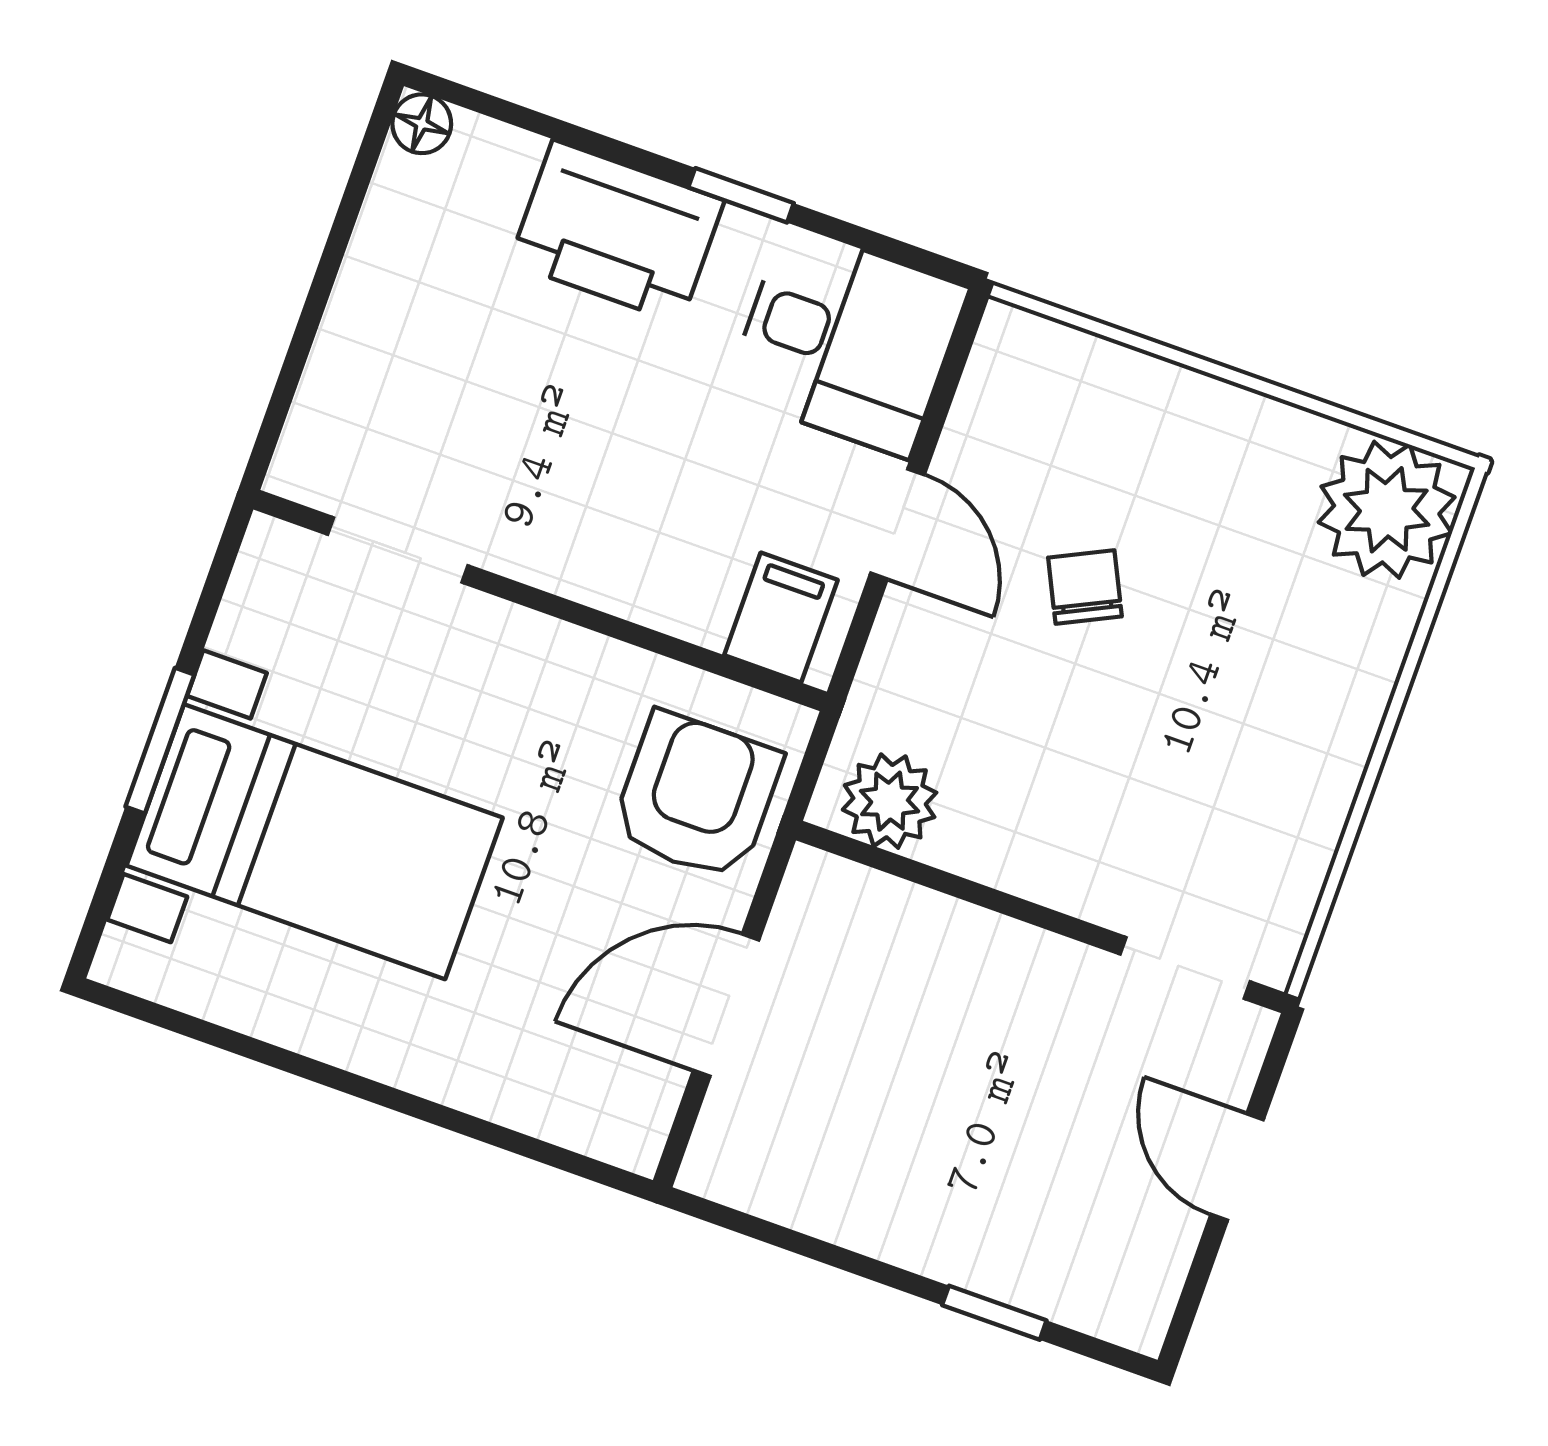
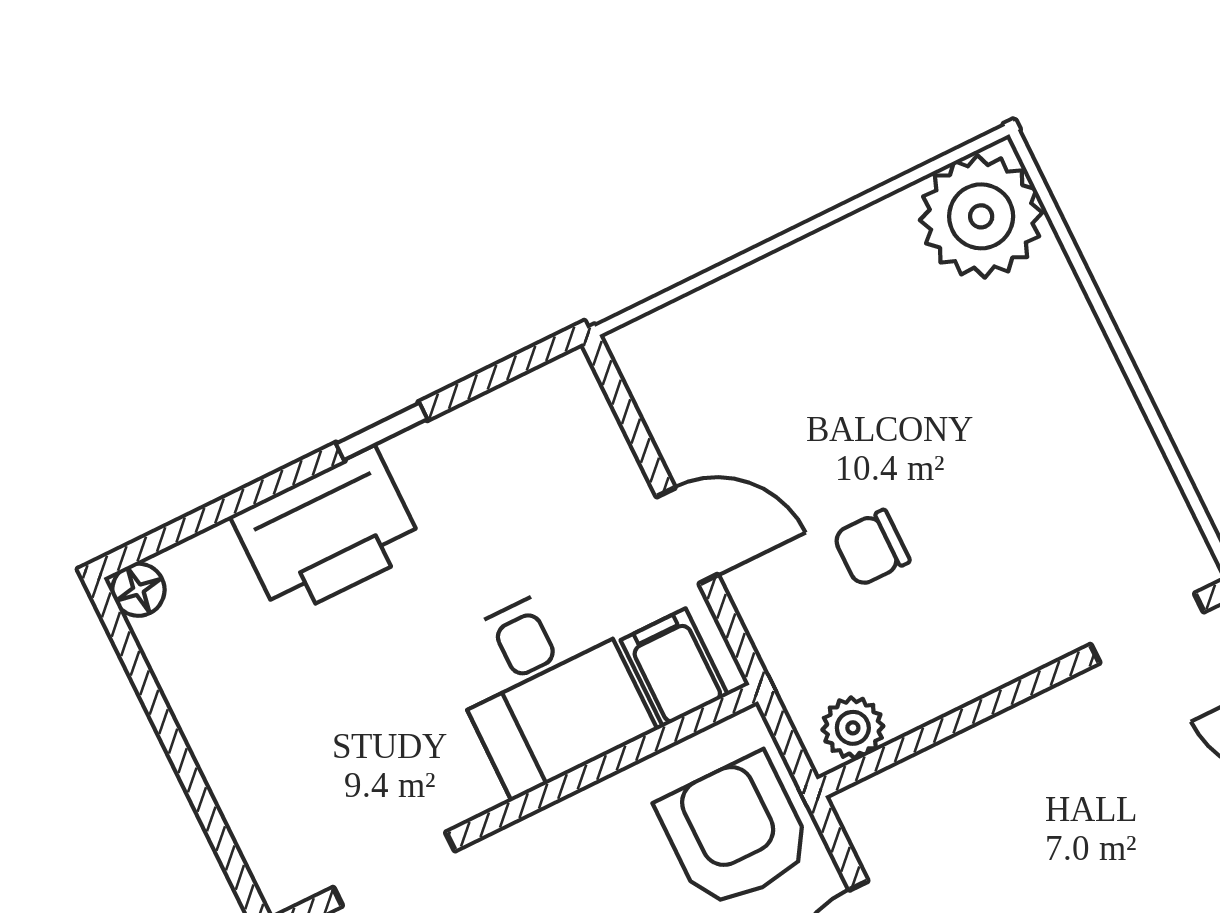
desk: (847, 341) -> (546, 687), moved, turned 90
chair: (1085, 587) -> (871, 548), moved, turned -64
plant: (890, 801) -> (853, 728), width x0.73, depth x0.73

